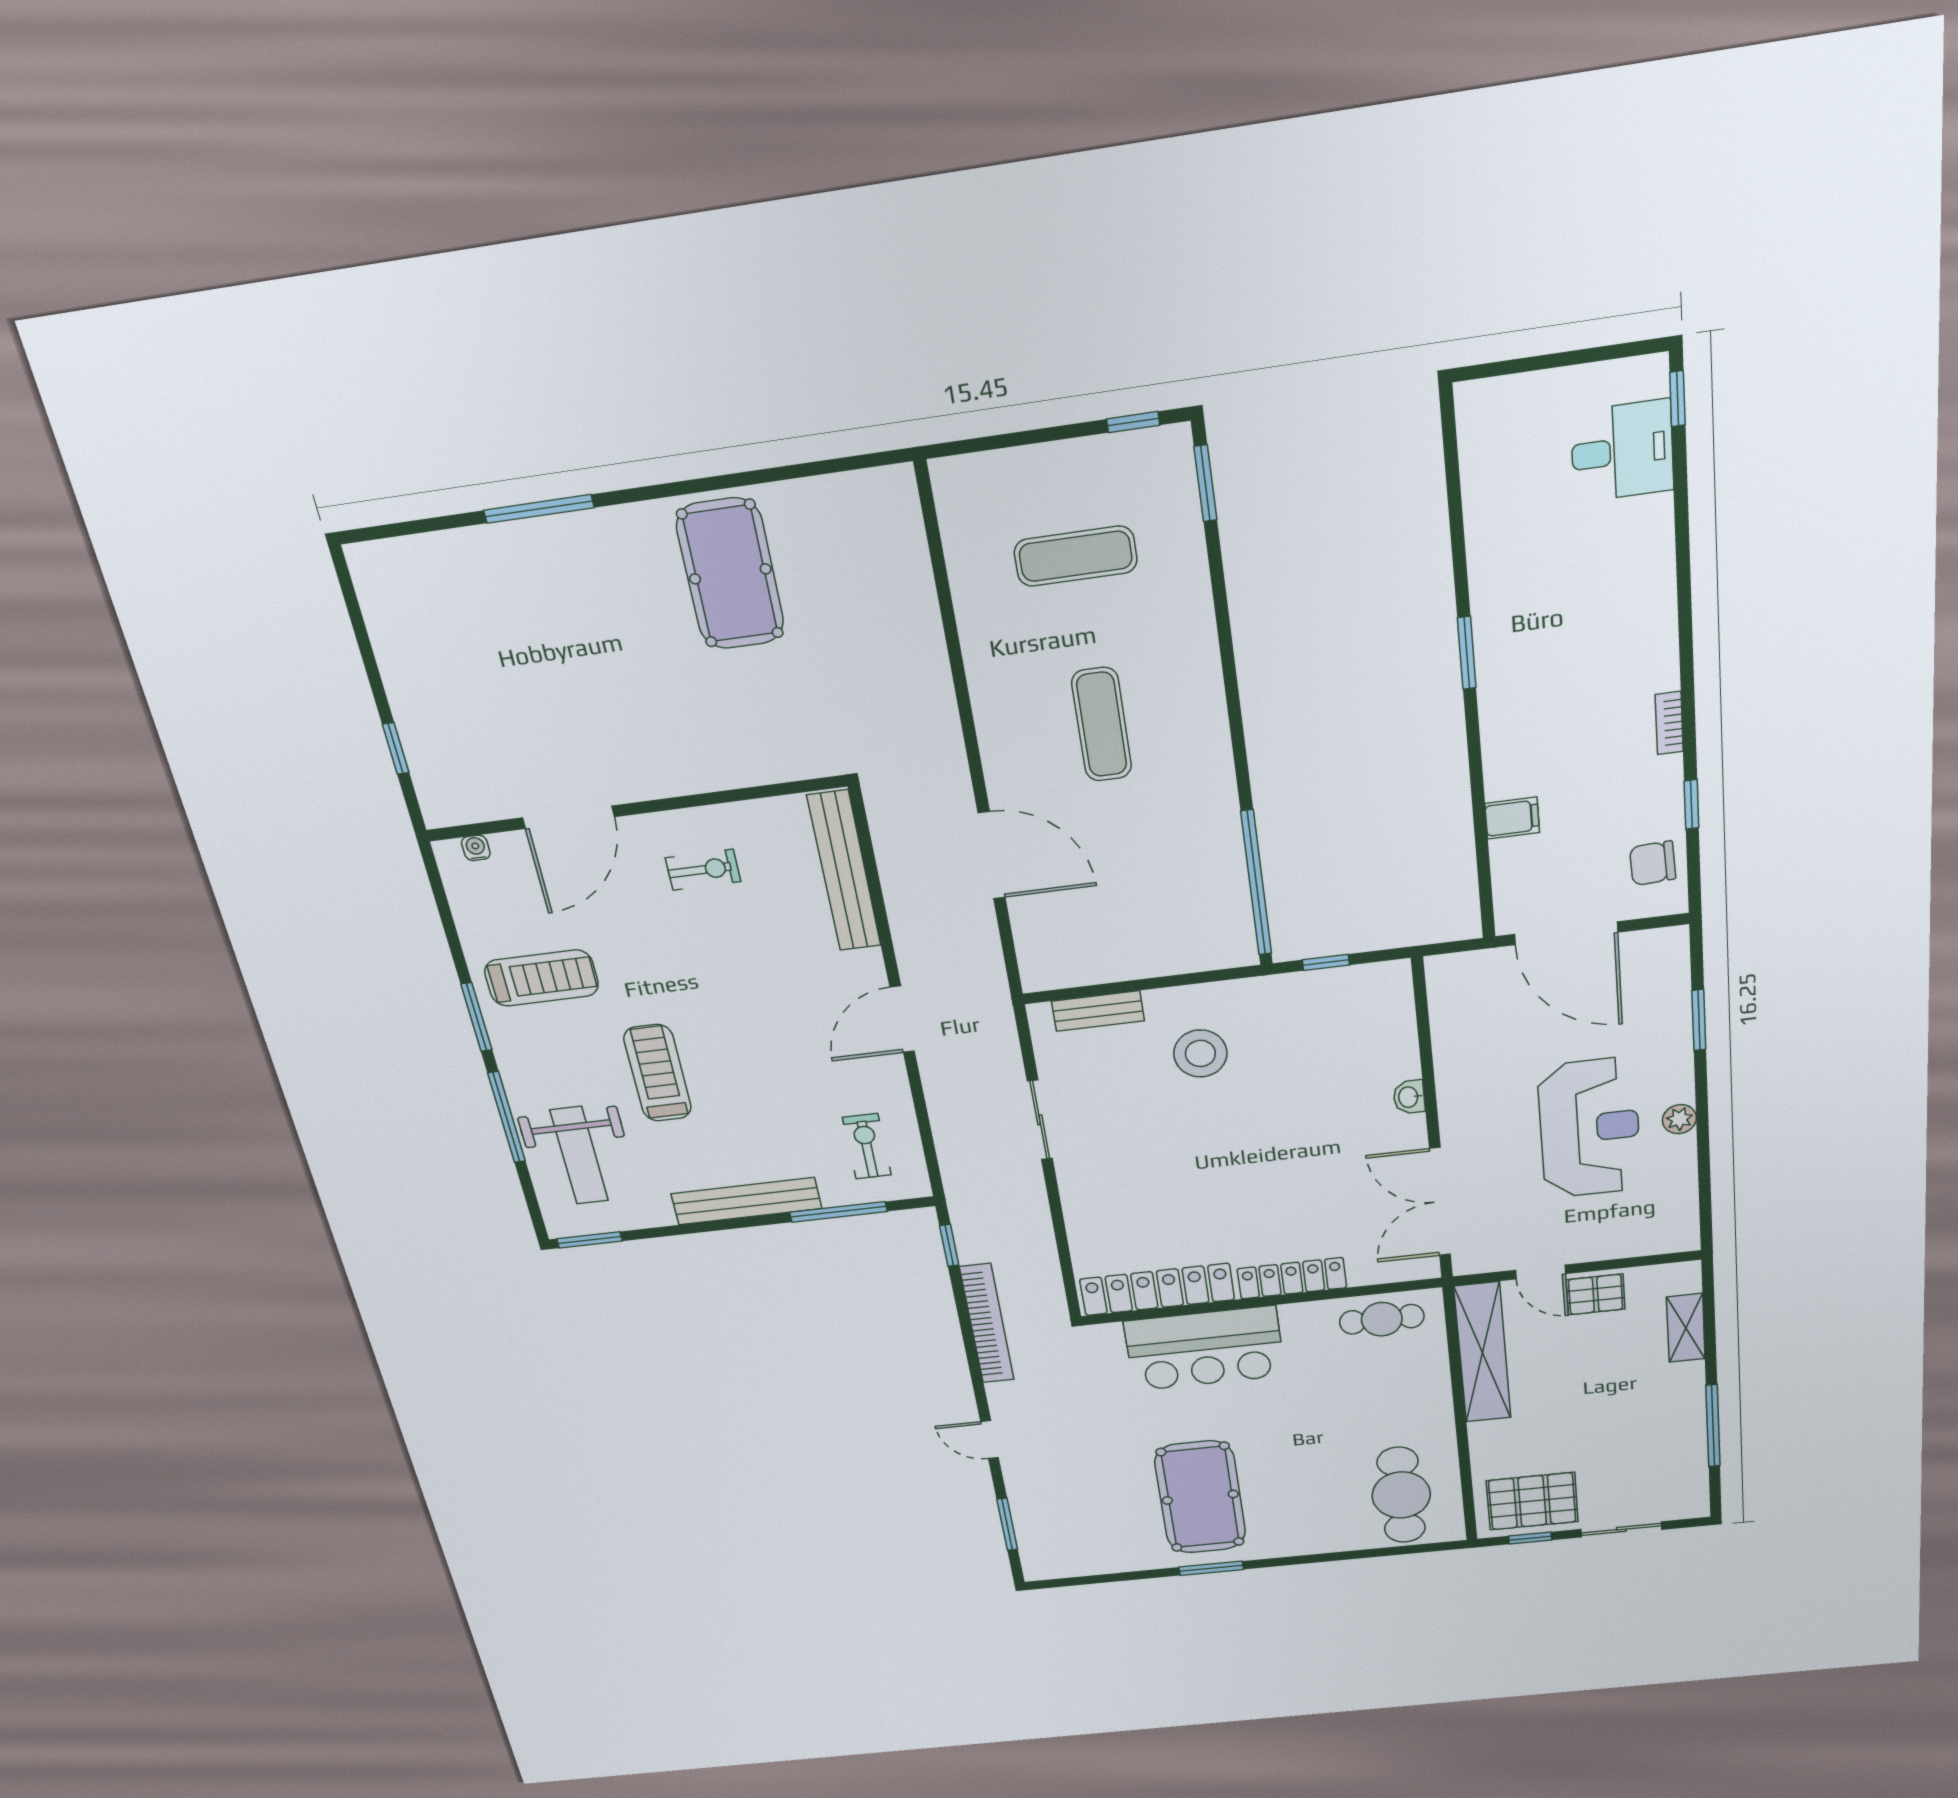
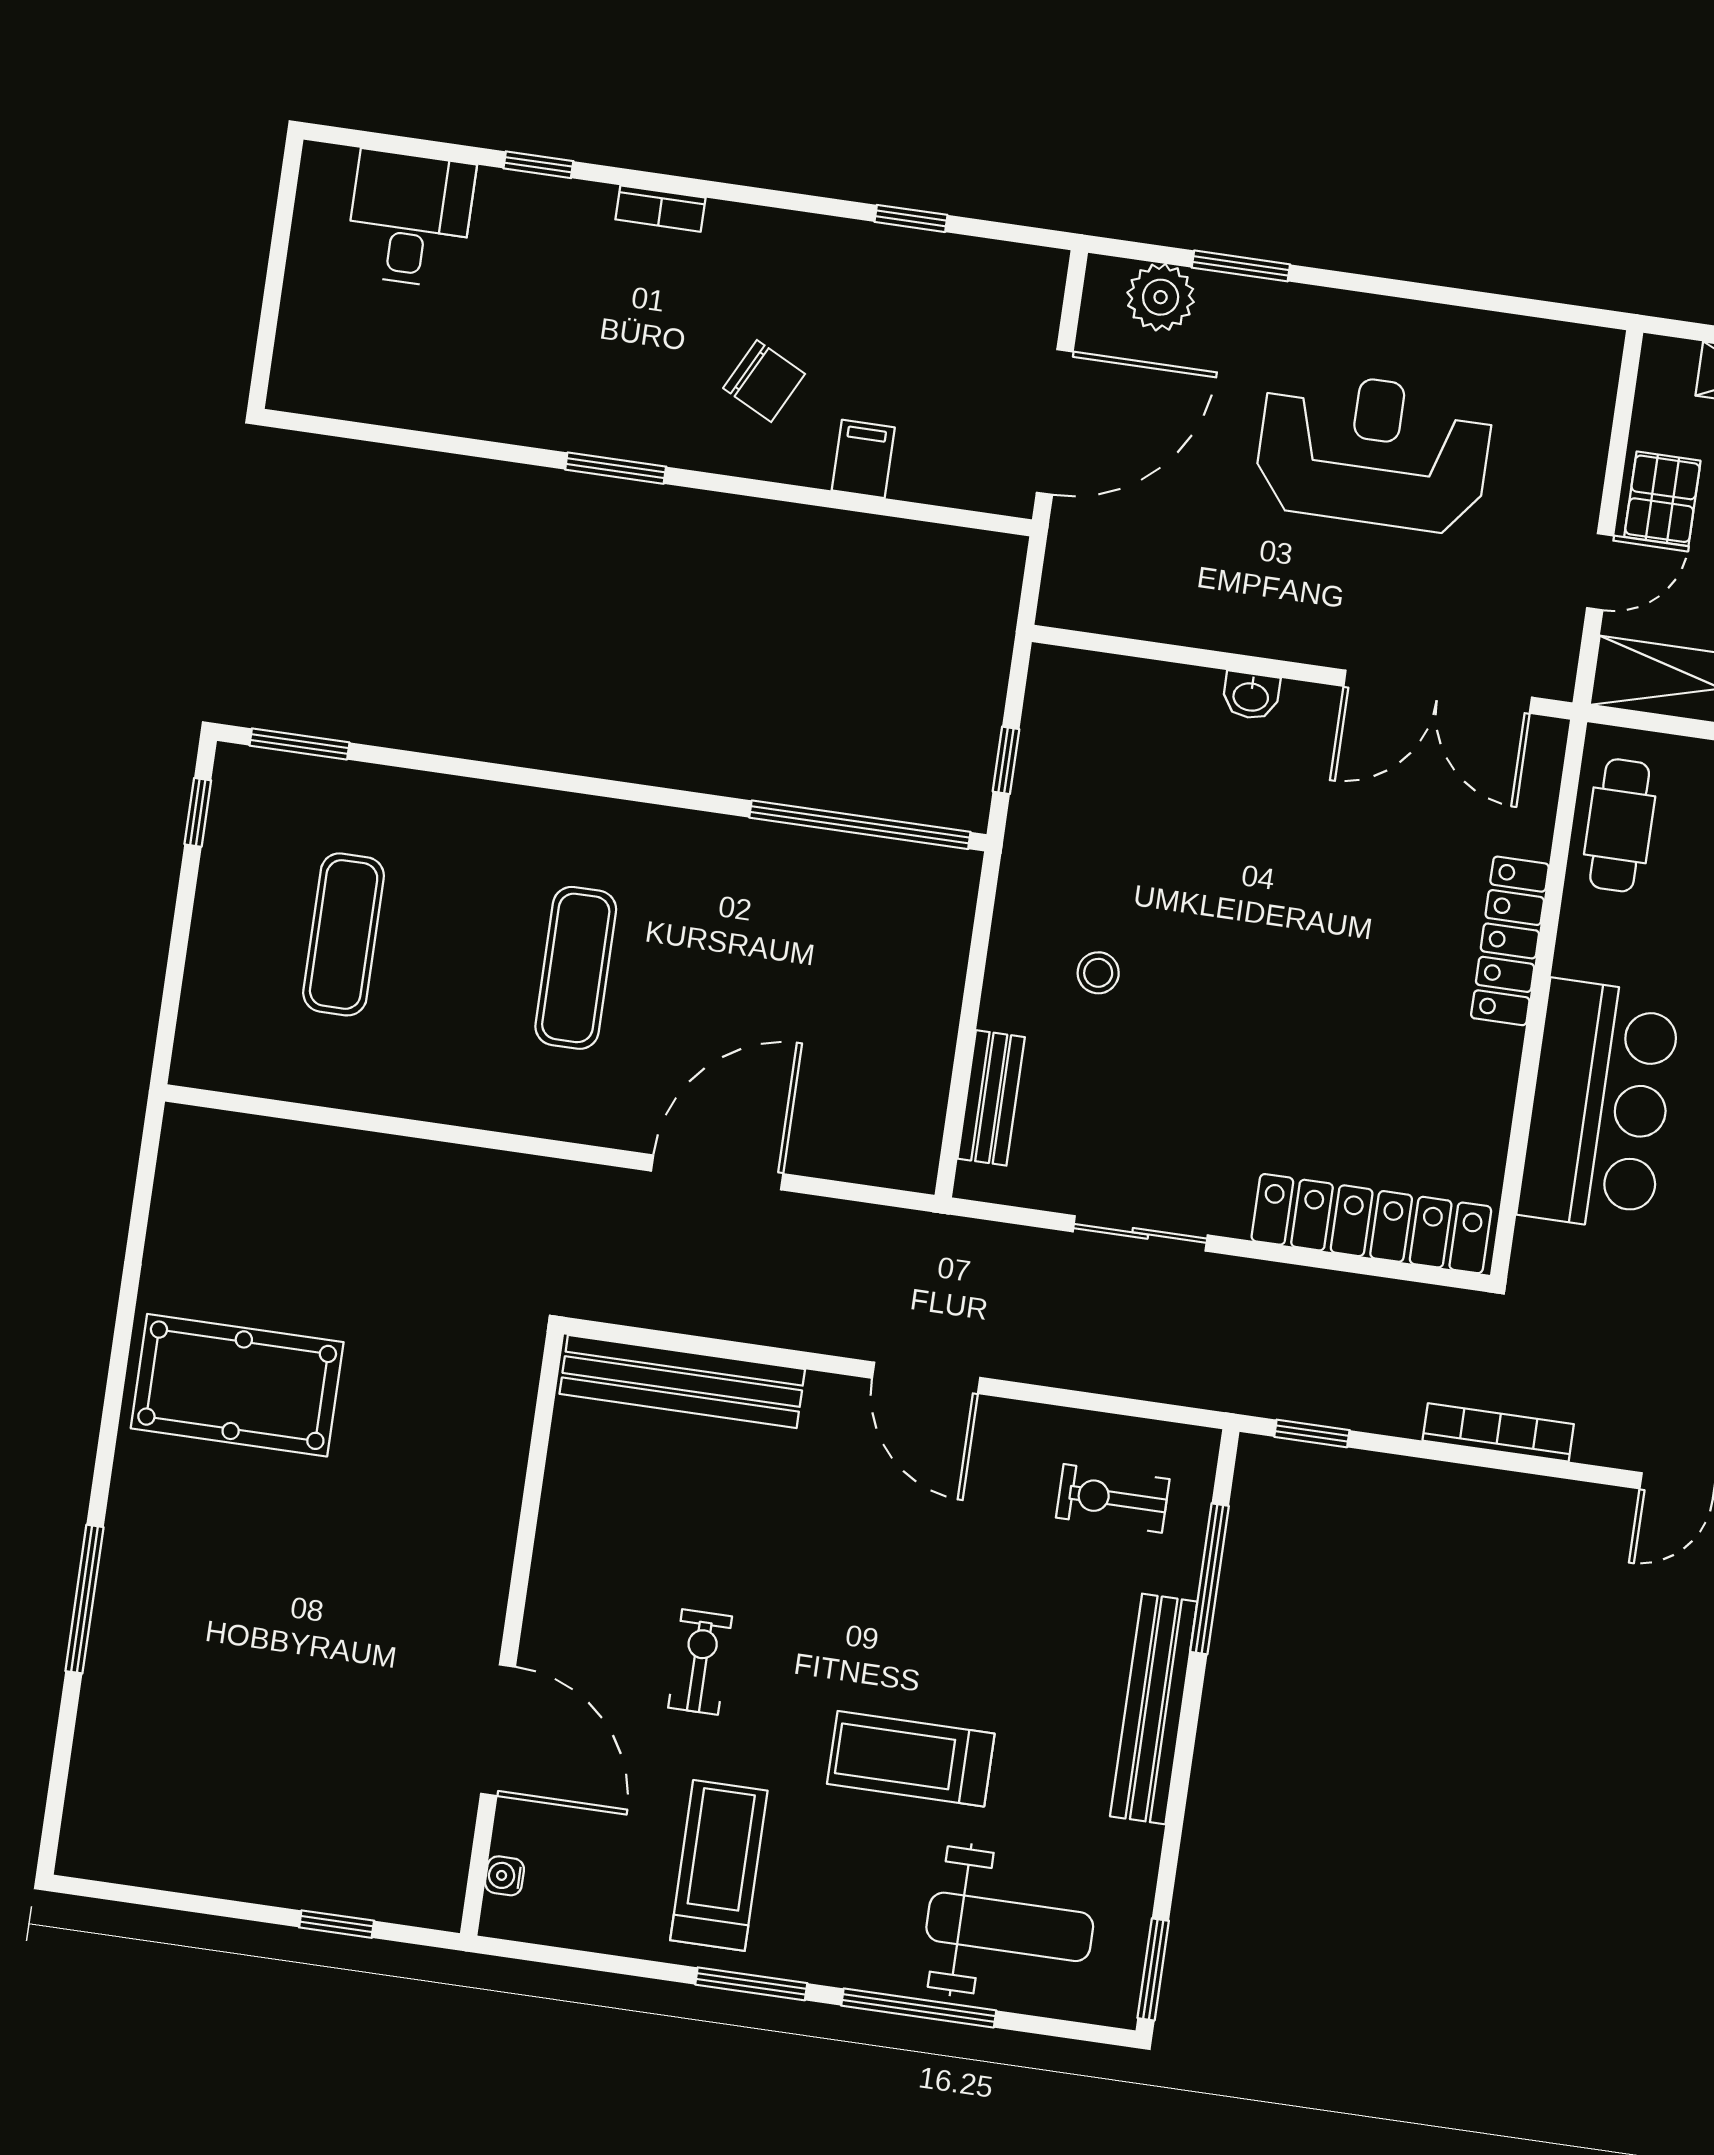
window: (1677, 399) -> (538, 165), moved
bookcase: (1669, 723) -> (660, 209), moved
exercise mat: (1102, 724) -> (576, 968), turned 90
chair: (1653, 863) -> (764, 381), moved, turned -60
exercise bike: (703, 870) -> (700, 1662), moved
stool: (1200, 1053) -> (1098, 973), width x0.53, depth x0.53
plant: (1679, 1119) -> (1161, 297), moved, width x1.38, depth x1.38
locker: (1157, 1289) -> (1371, 1224), moved, turned 90
bookcase: (987, 1324) -> (1498, 1432), width x0.68, depth x0.76

